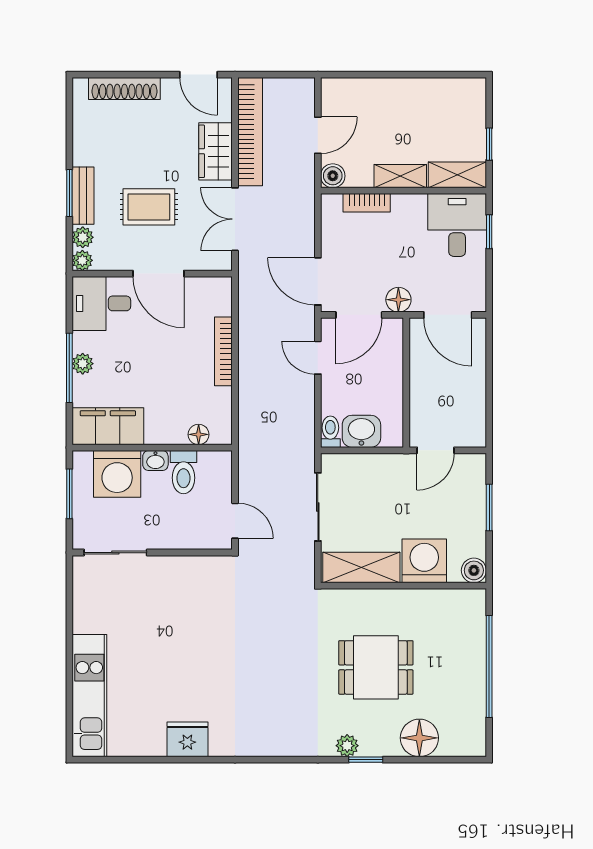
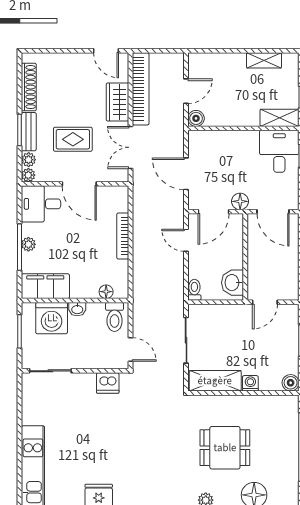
shoe rack: (124, 88) -> (29, 87), moved, turned -90
shelving: (400, 176) -> (264, 60), moved
bookcase: (367, 203) -> (219, 136), removed
door: (318, 281) -> (186, 174), moved
washbasin: (361, 431) -> (233, 283), moved, turned -90
toilet: (184, 472) -> (115, 317), moved
washing machine: (424, 561) -> (250, 383), width x0.53, depth x0.53
dishwasher: (201, 571) -> (108, 383), added

